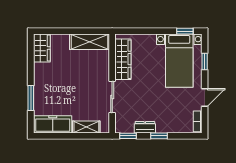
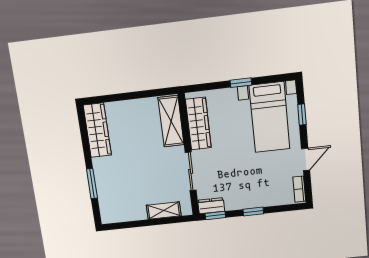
window: (185, 31) -> (241, 83), moved
shelving: (90, 42) -> (171, 121), moved, turned 90
wardrobe: (42, 48) -> (97, 130), width x1.50
freezer: (53, 124) -> (123, 212), removed
dresser: (145, 127) -> (211, 206), moved

